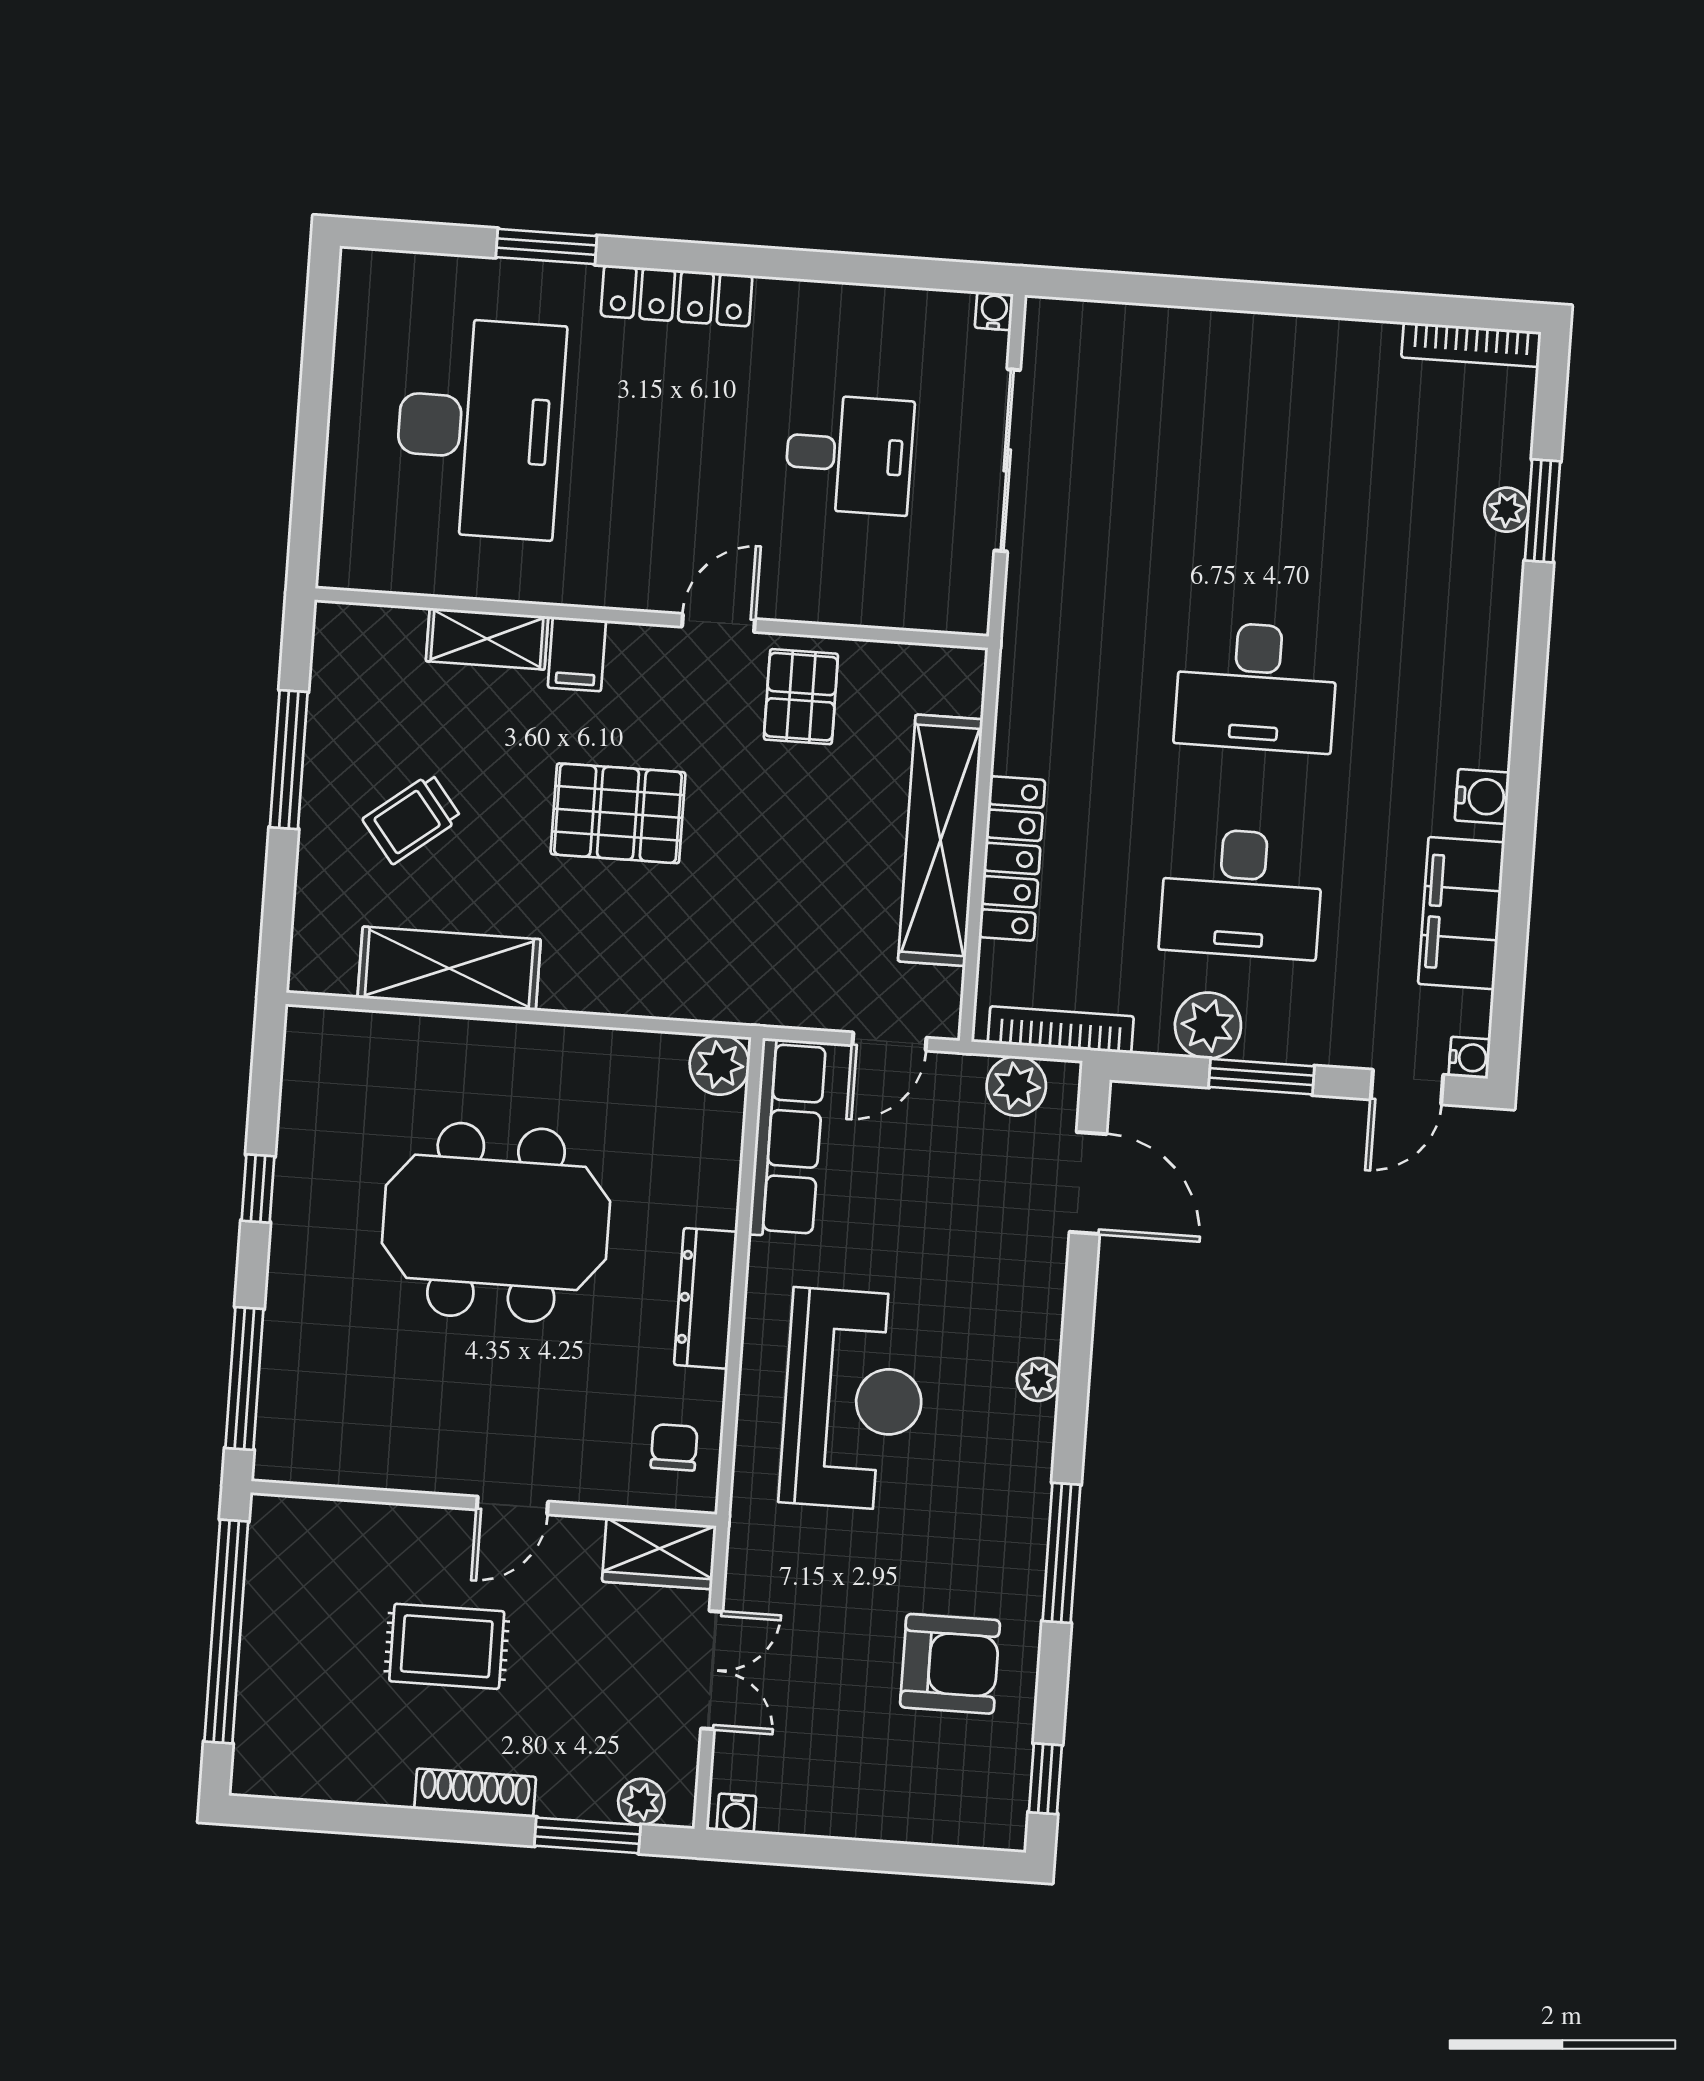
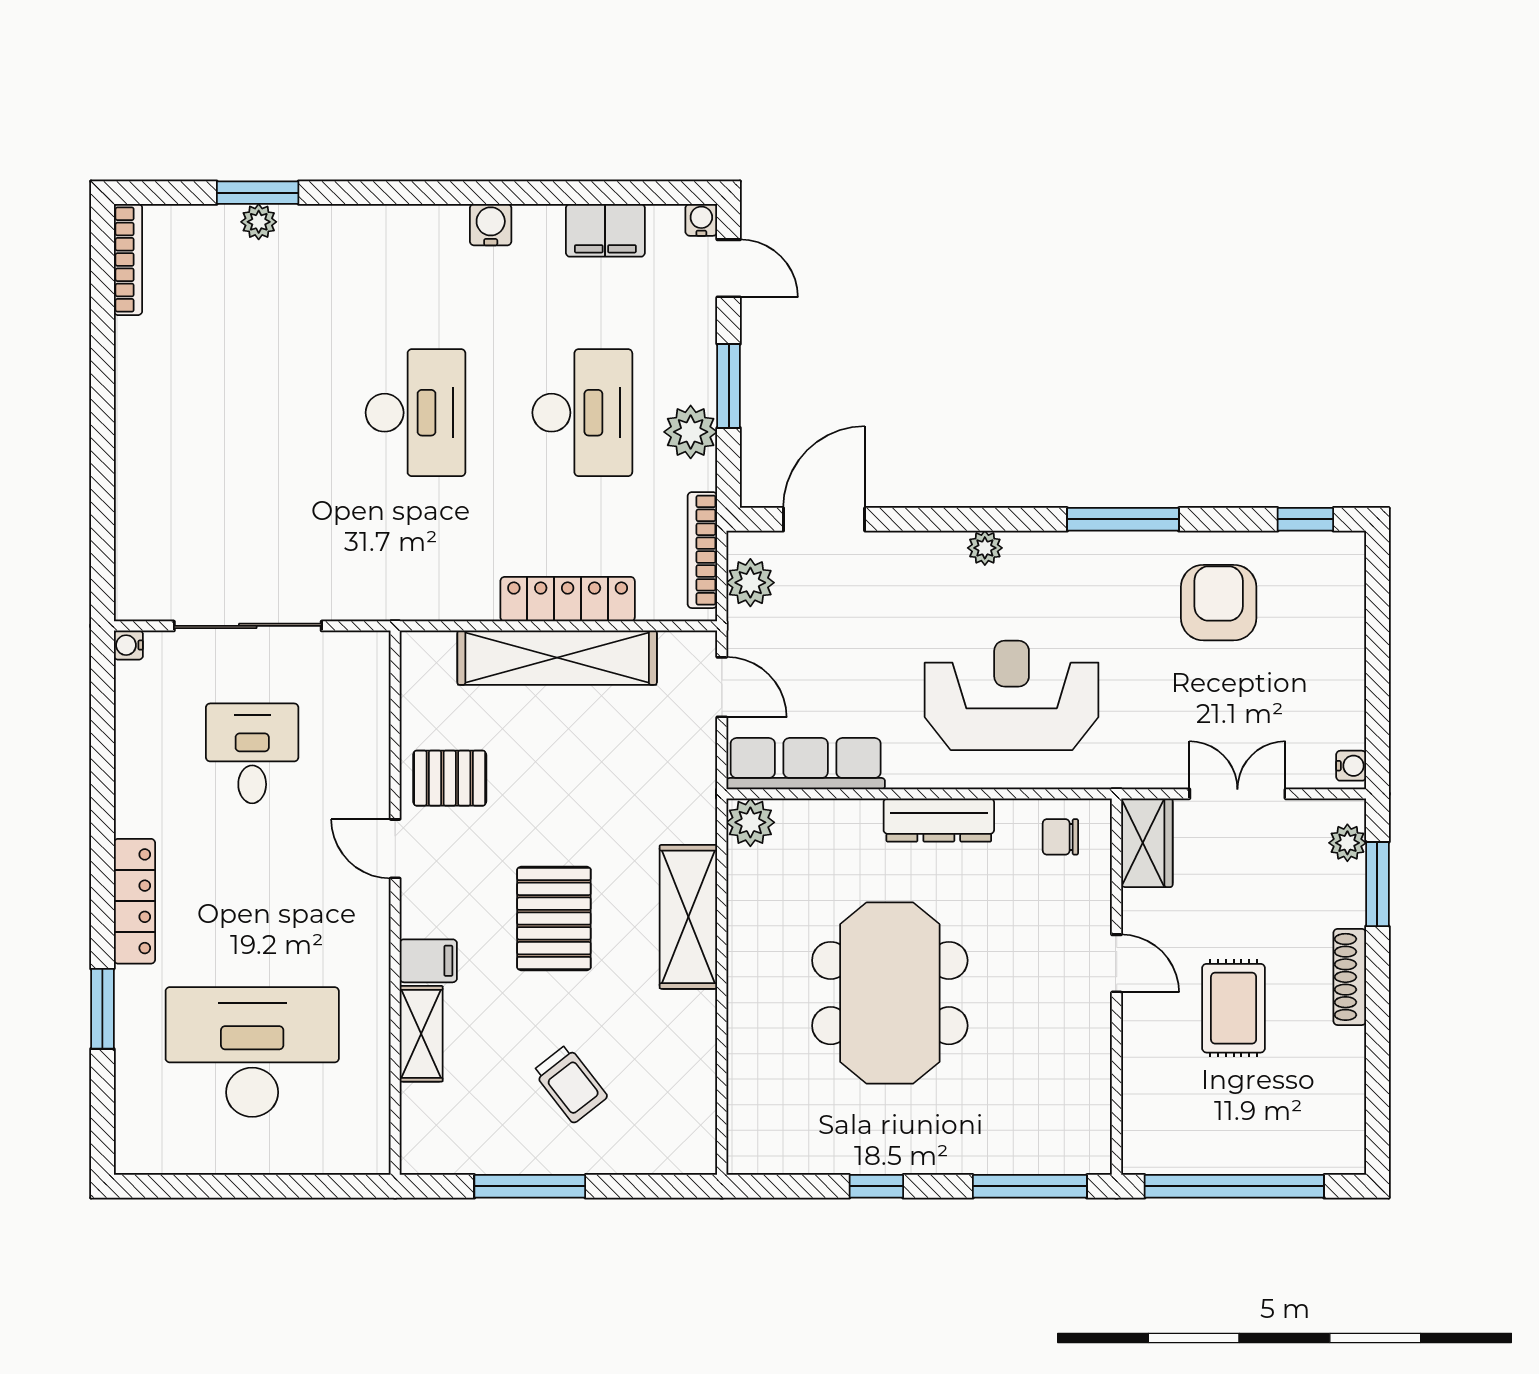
filing cabinet: (1461, 913) -> (605, 230), width x0.67, depth x0.86
shelving: (449, 968) -> (688, 917), moved

